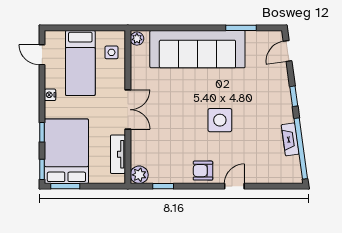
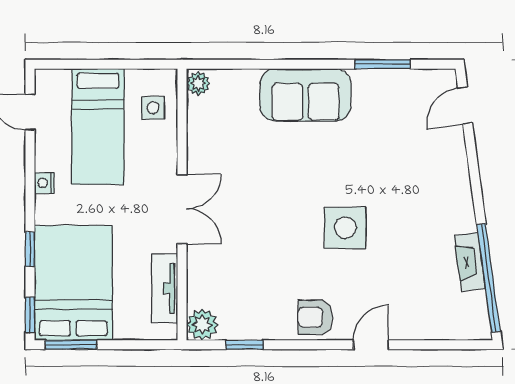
sofa: (197, 49) -> (305, 95), width x0.54, depth x0.79
window: (294, 96) -> (476, 186), removed

